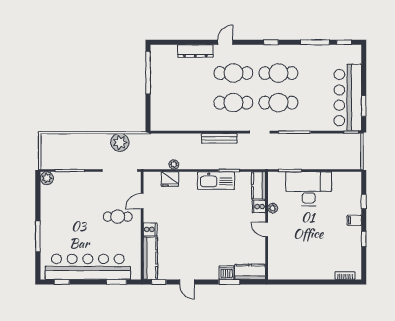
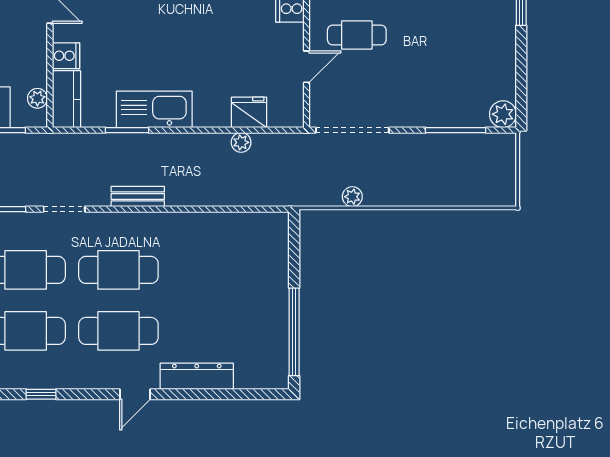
bench: (219, 138) -> (138, 196), width x0.73
plant: (120, 142) -> (352, 197), width x0.53, depth x0.53
plant: (273, 208) -> (37, 98), moved

